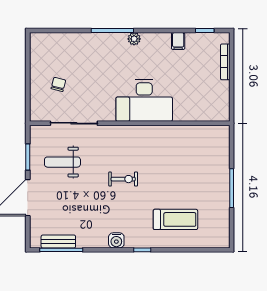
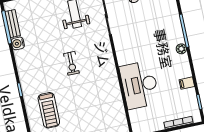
desk: (144, 100) -> (139, 85), moved
water cooler: (116, 240) -> (18, 43), moved

